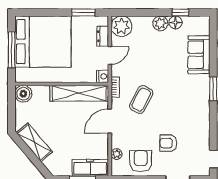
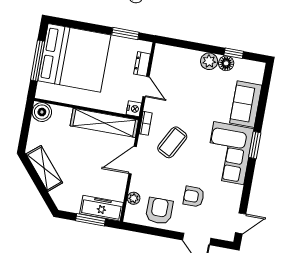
plant: (121, 26) -> (165, 57), removed
door: (110, 55) -> (146, 87), hinge flipped
corner sofa: (192, 100) -> (229, 153), added

